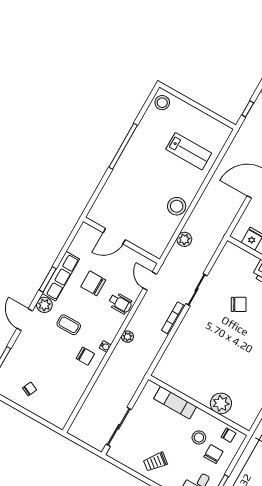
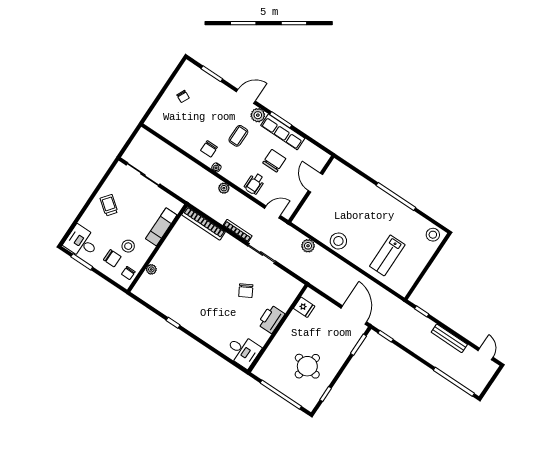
bookcase: (168, 356) -> (204, 223), added
plant: (221, 403) -> (151, 269), width x0.53, depth x0.53

